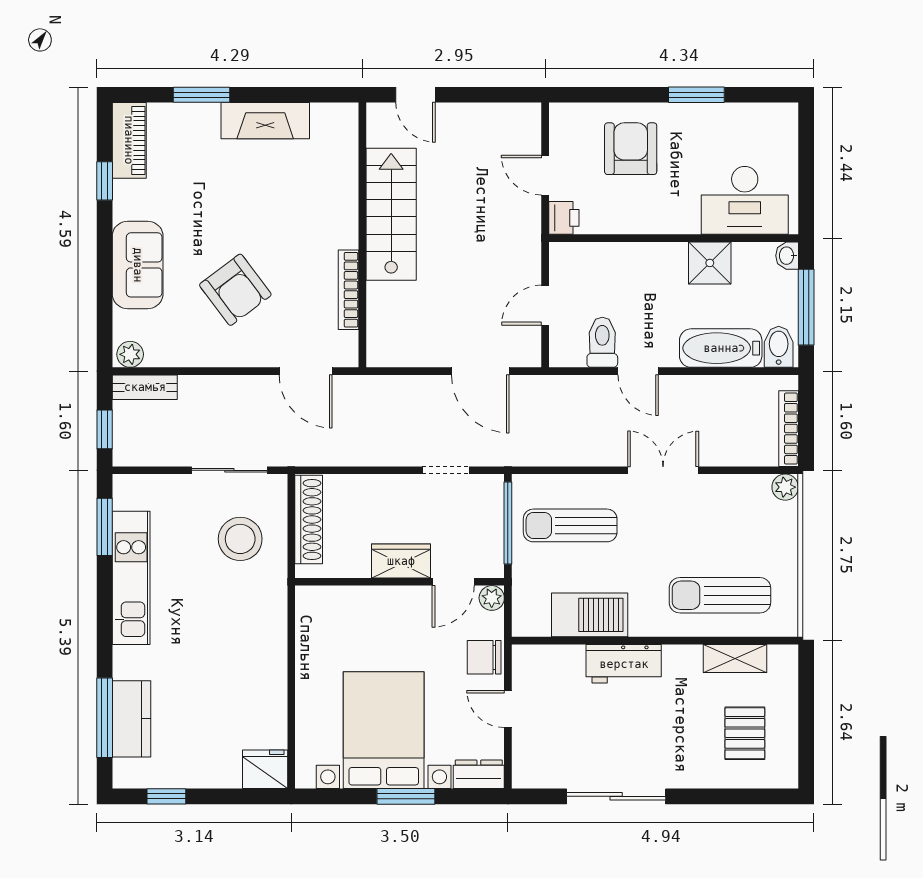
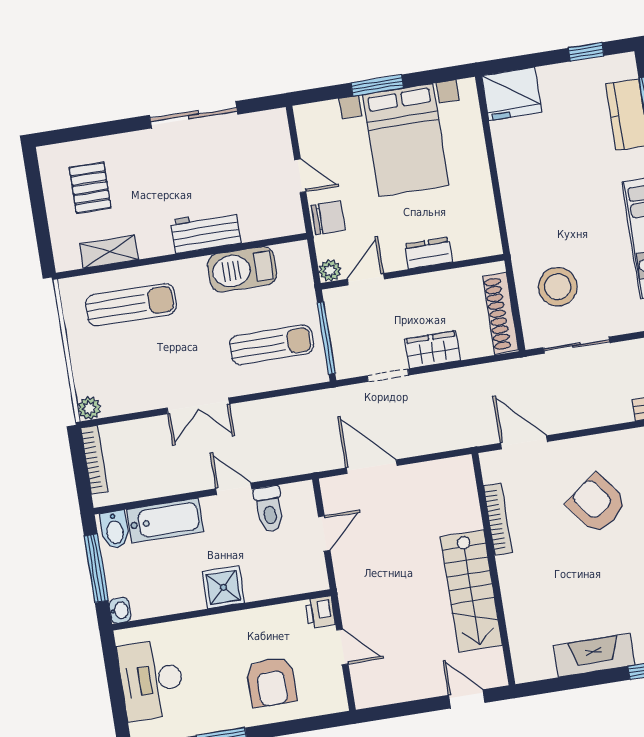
desk: (745, 200) -> (151, 680), moved, turned -90
shower: (710, 263) -> (223, 587), moved
wardrobe: (401, 561) -> (432, 350), moved, turned 180
fridge: (265, 769) -> (512, 94), width x1.36, depth x1.34
dresser: (479, 774) -> (428, 253), moved, turned 180

